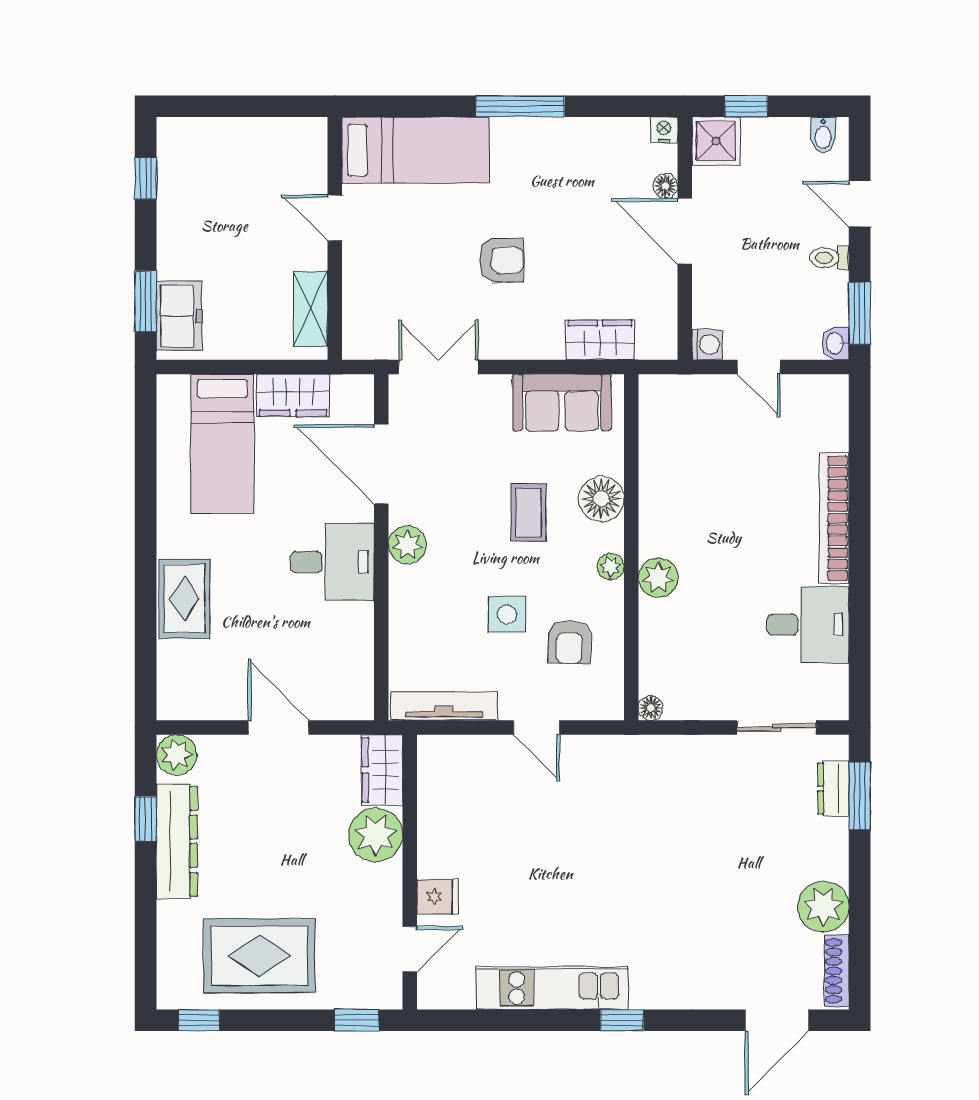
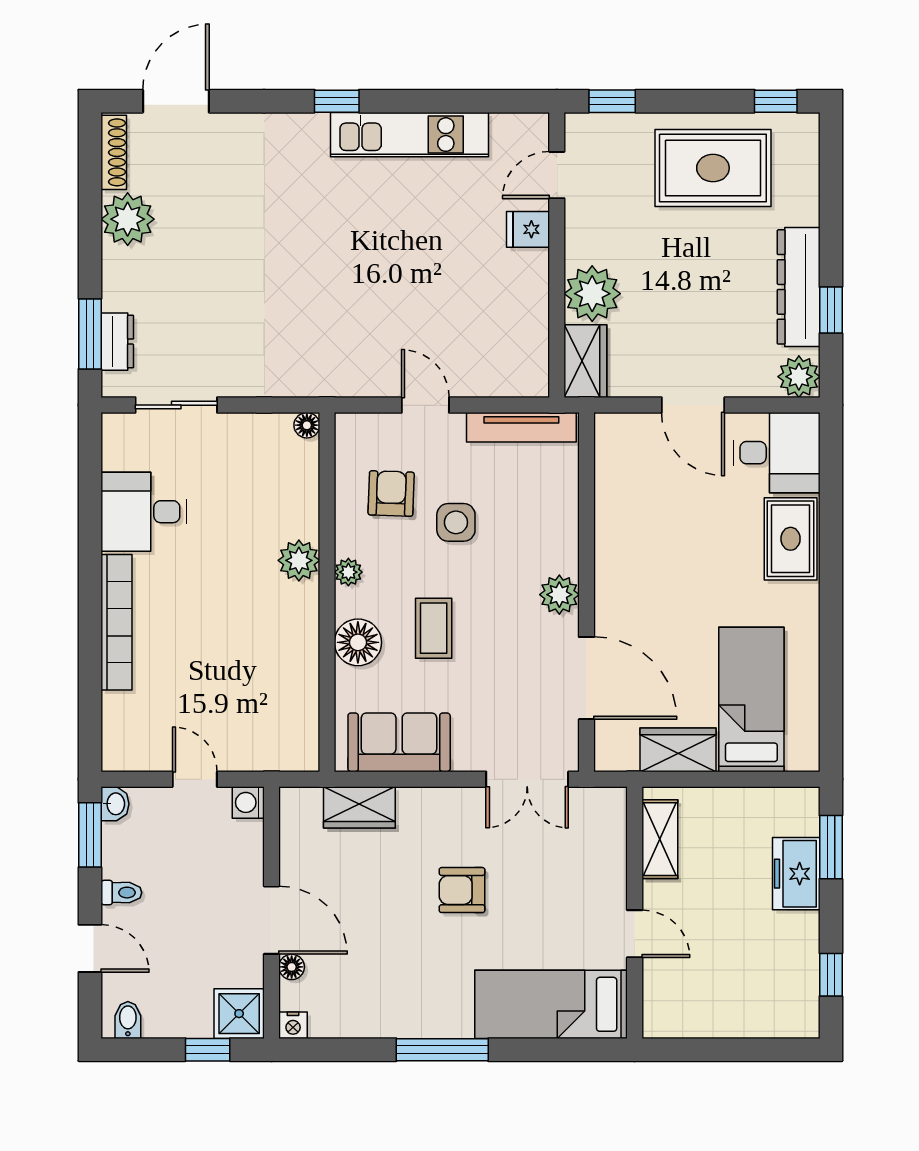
freezer: (179, 316) -> (796, 874), moved
desk: (332, 562) -> (776, 453), moved, turned 180

